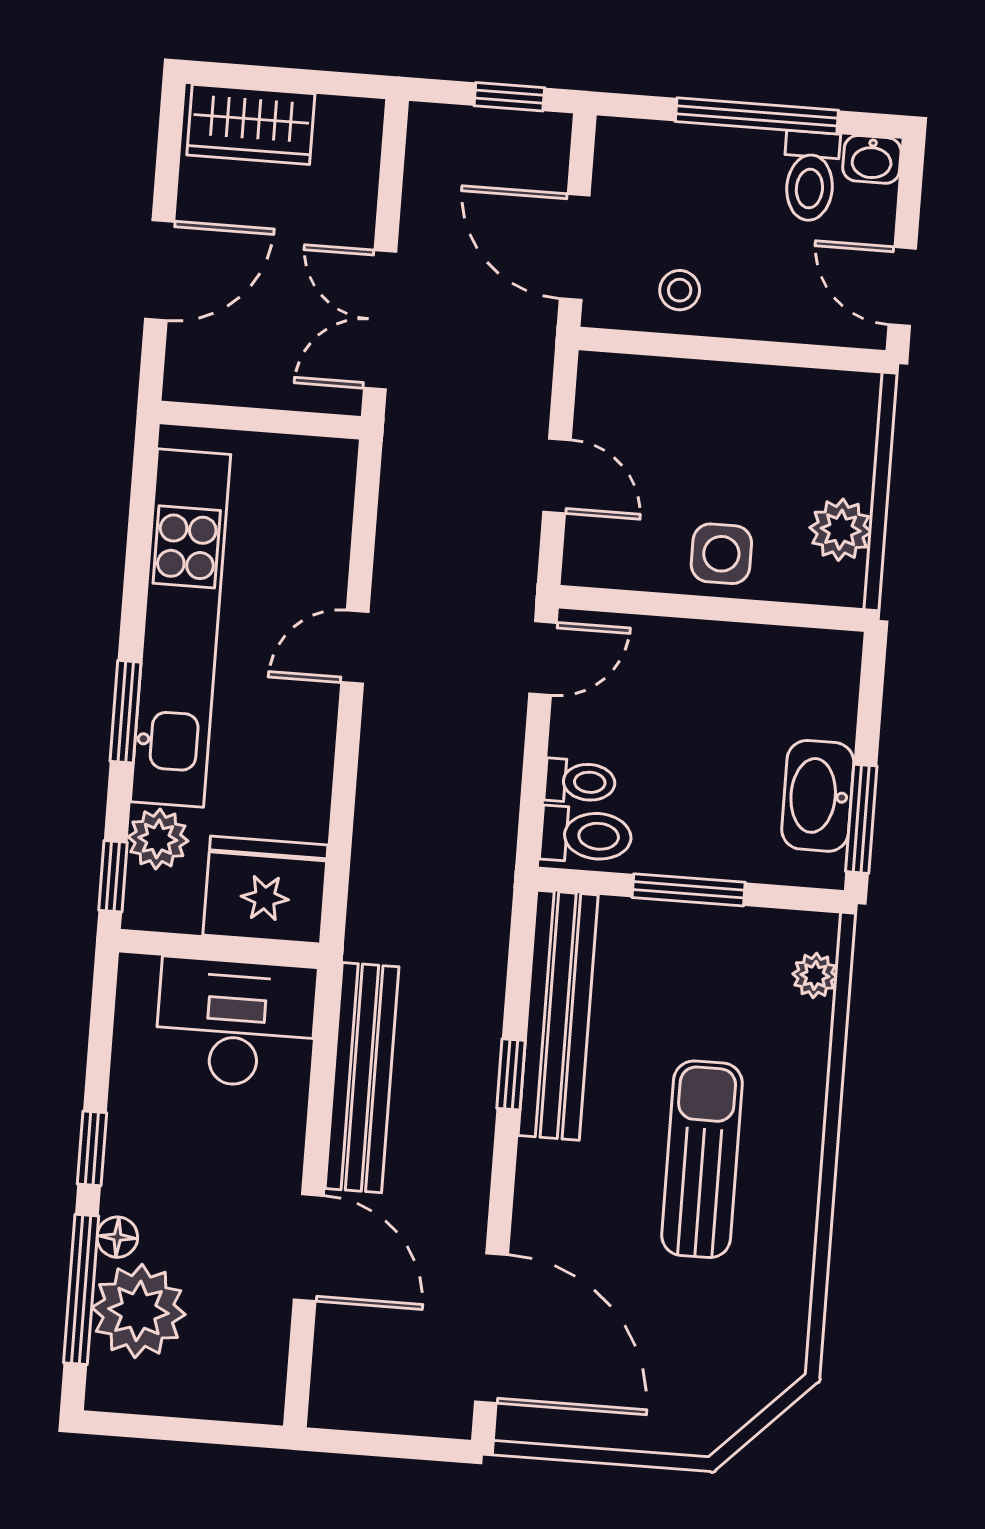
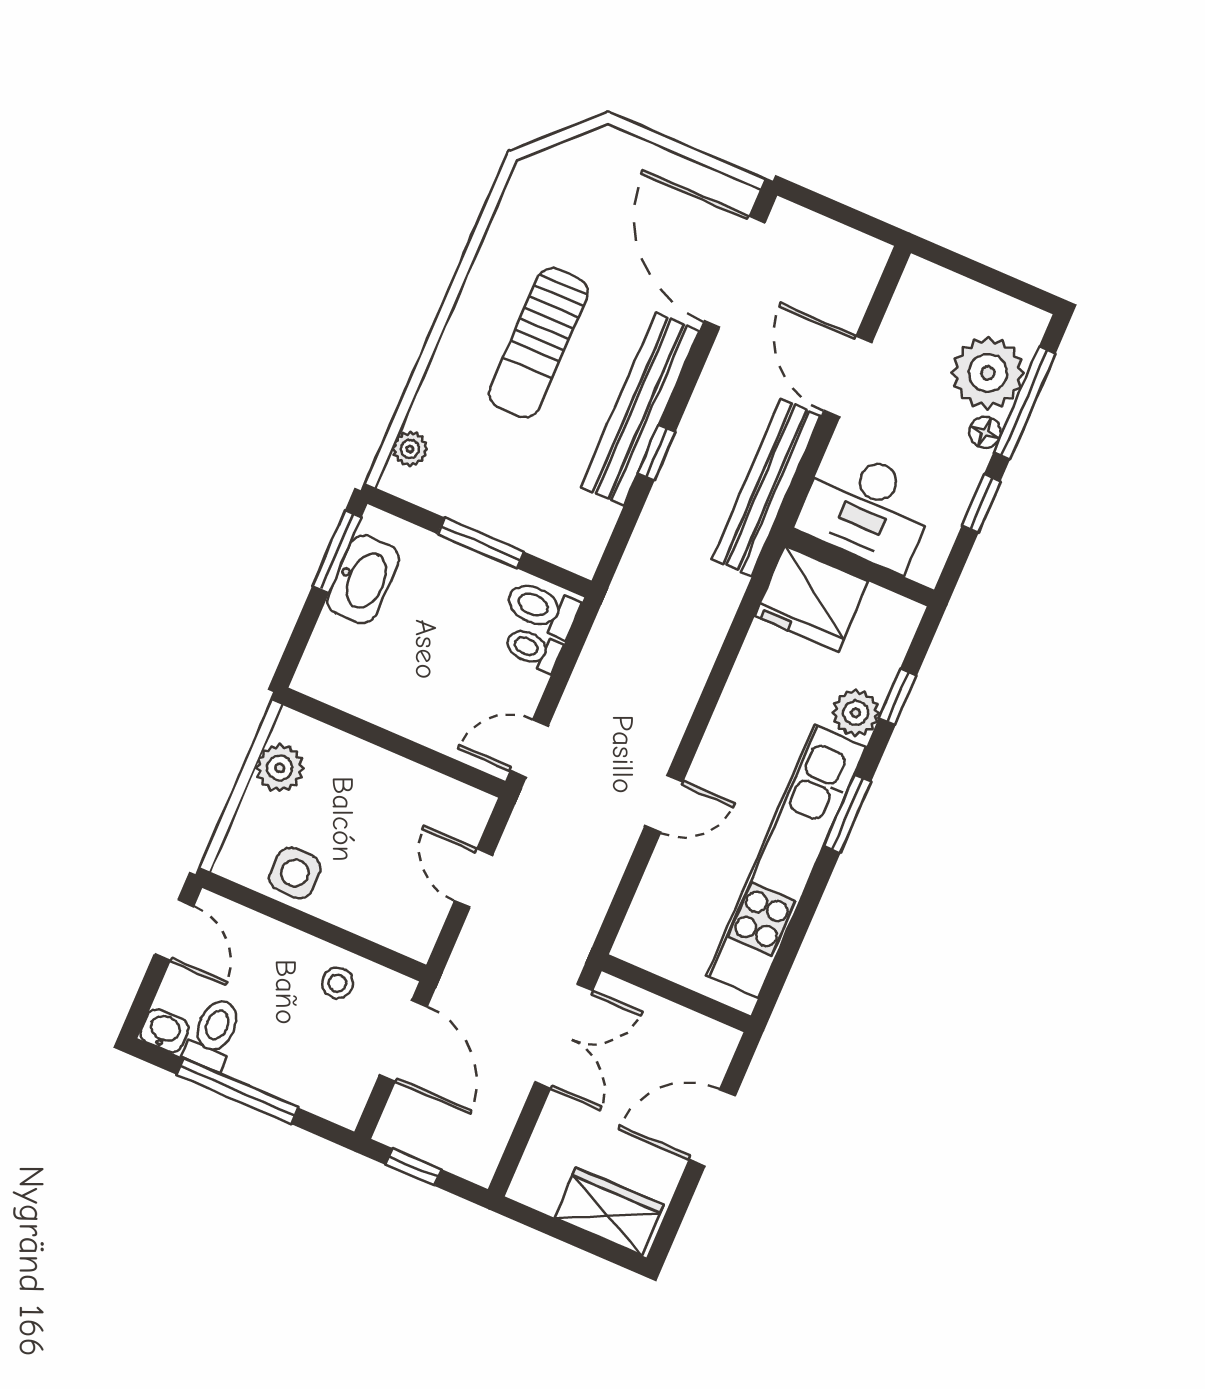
side table: (721, 554) -> (295, 873), moved
fridge: (265, 890) -> (812, 599), moved
wall: (220, 948) -> (860, 567), moved
bench: (558, 1015) -> (640, 409), moved
desk: (236, 1023) -> (866, 509), moved

